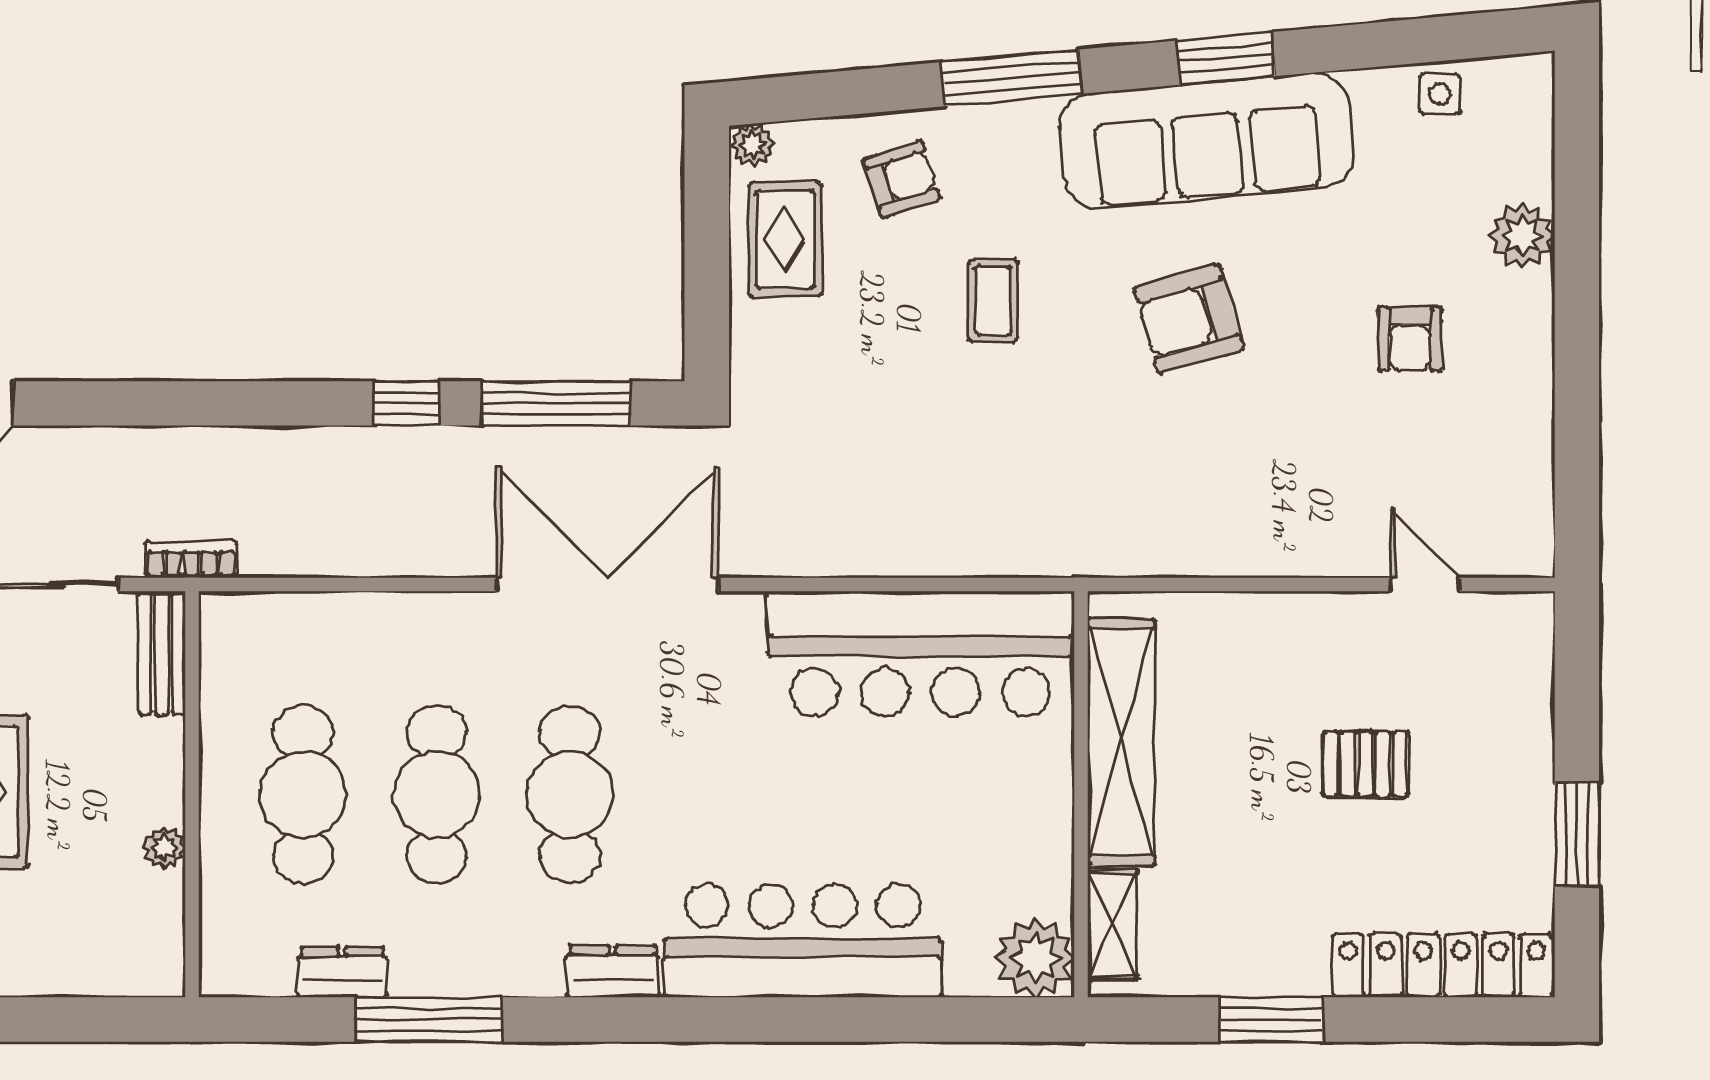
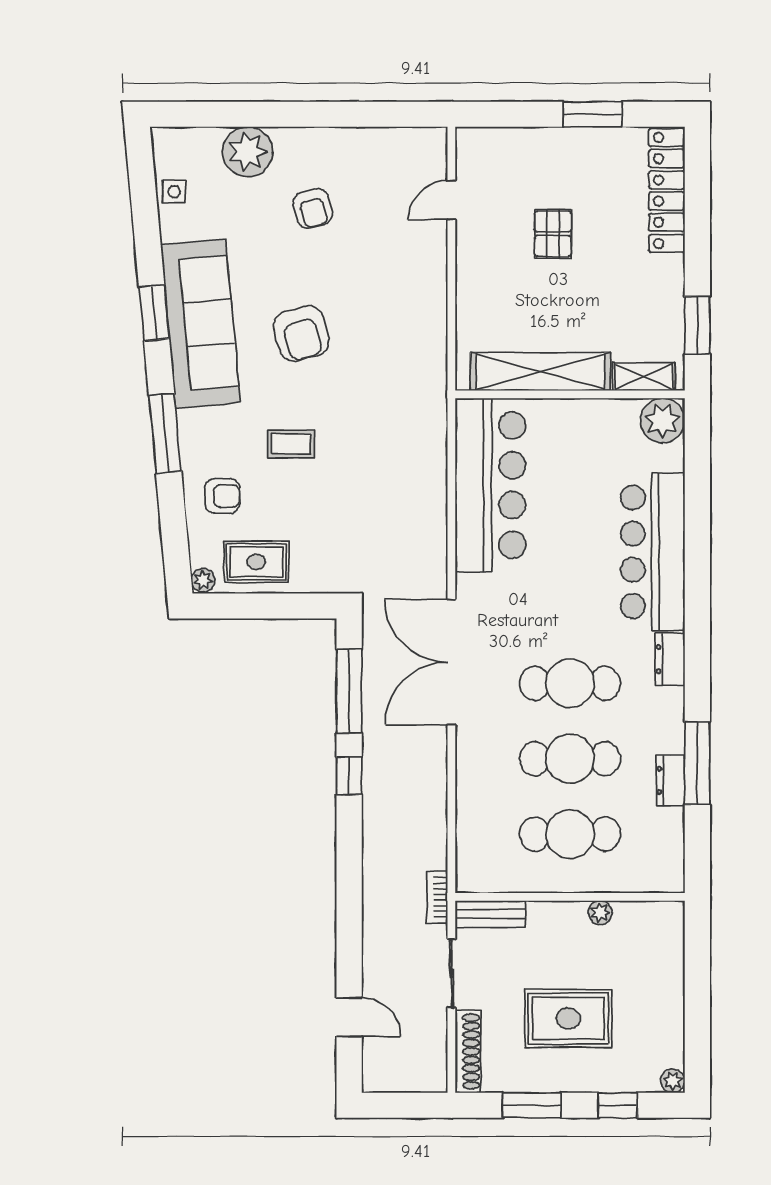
armchair: (901, 179) -> (222, 496), turned 108
plant: (1522, 236) -> (248, 152), width x1.36, depth x1.36
armchair: (1410, 339) -> (313, 209), turned 75
dresser: (342, 972) -> (671, 780), moved
window: (1271, 1020) -> (697, 325), moved

